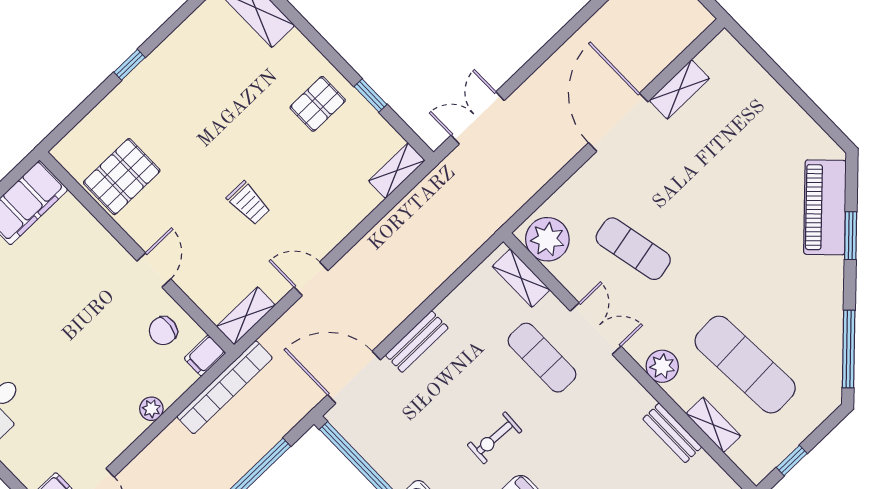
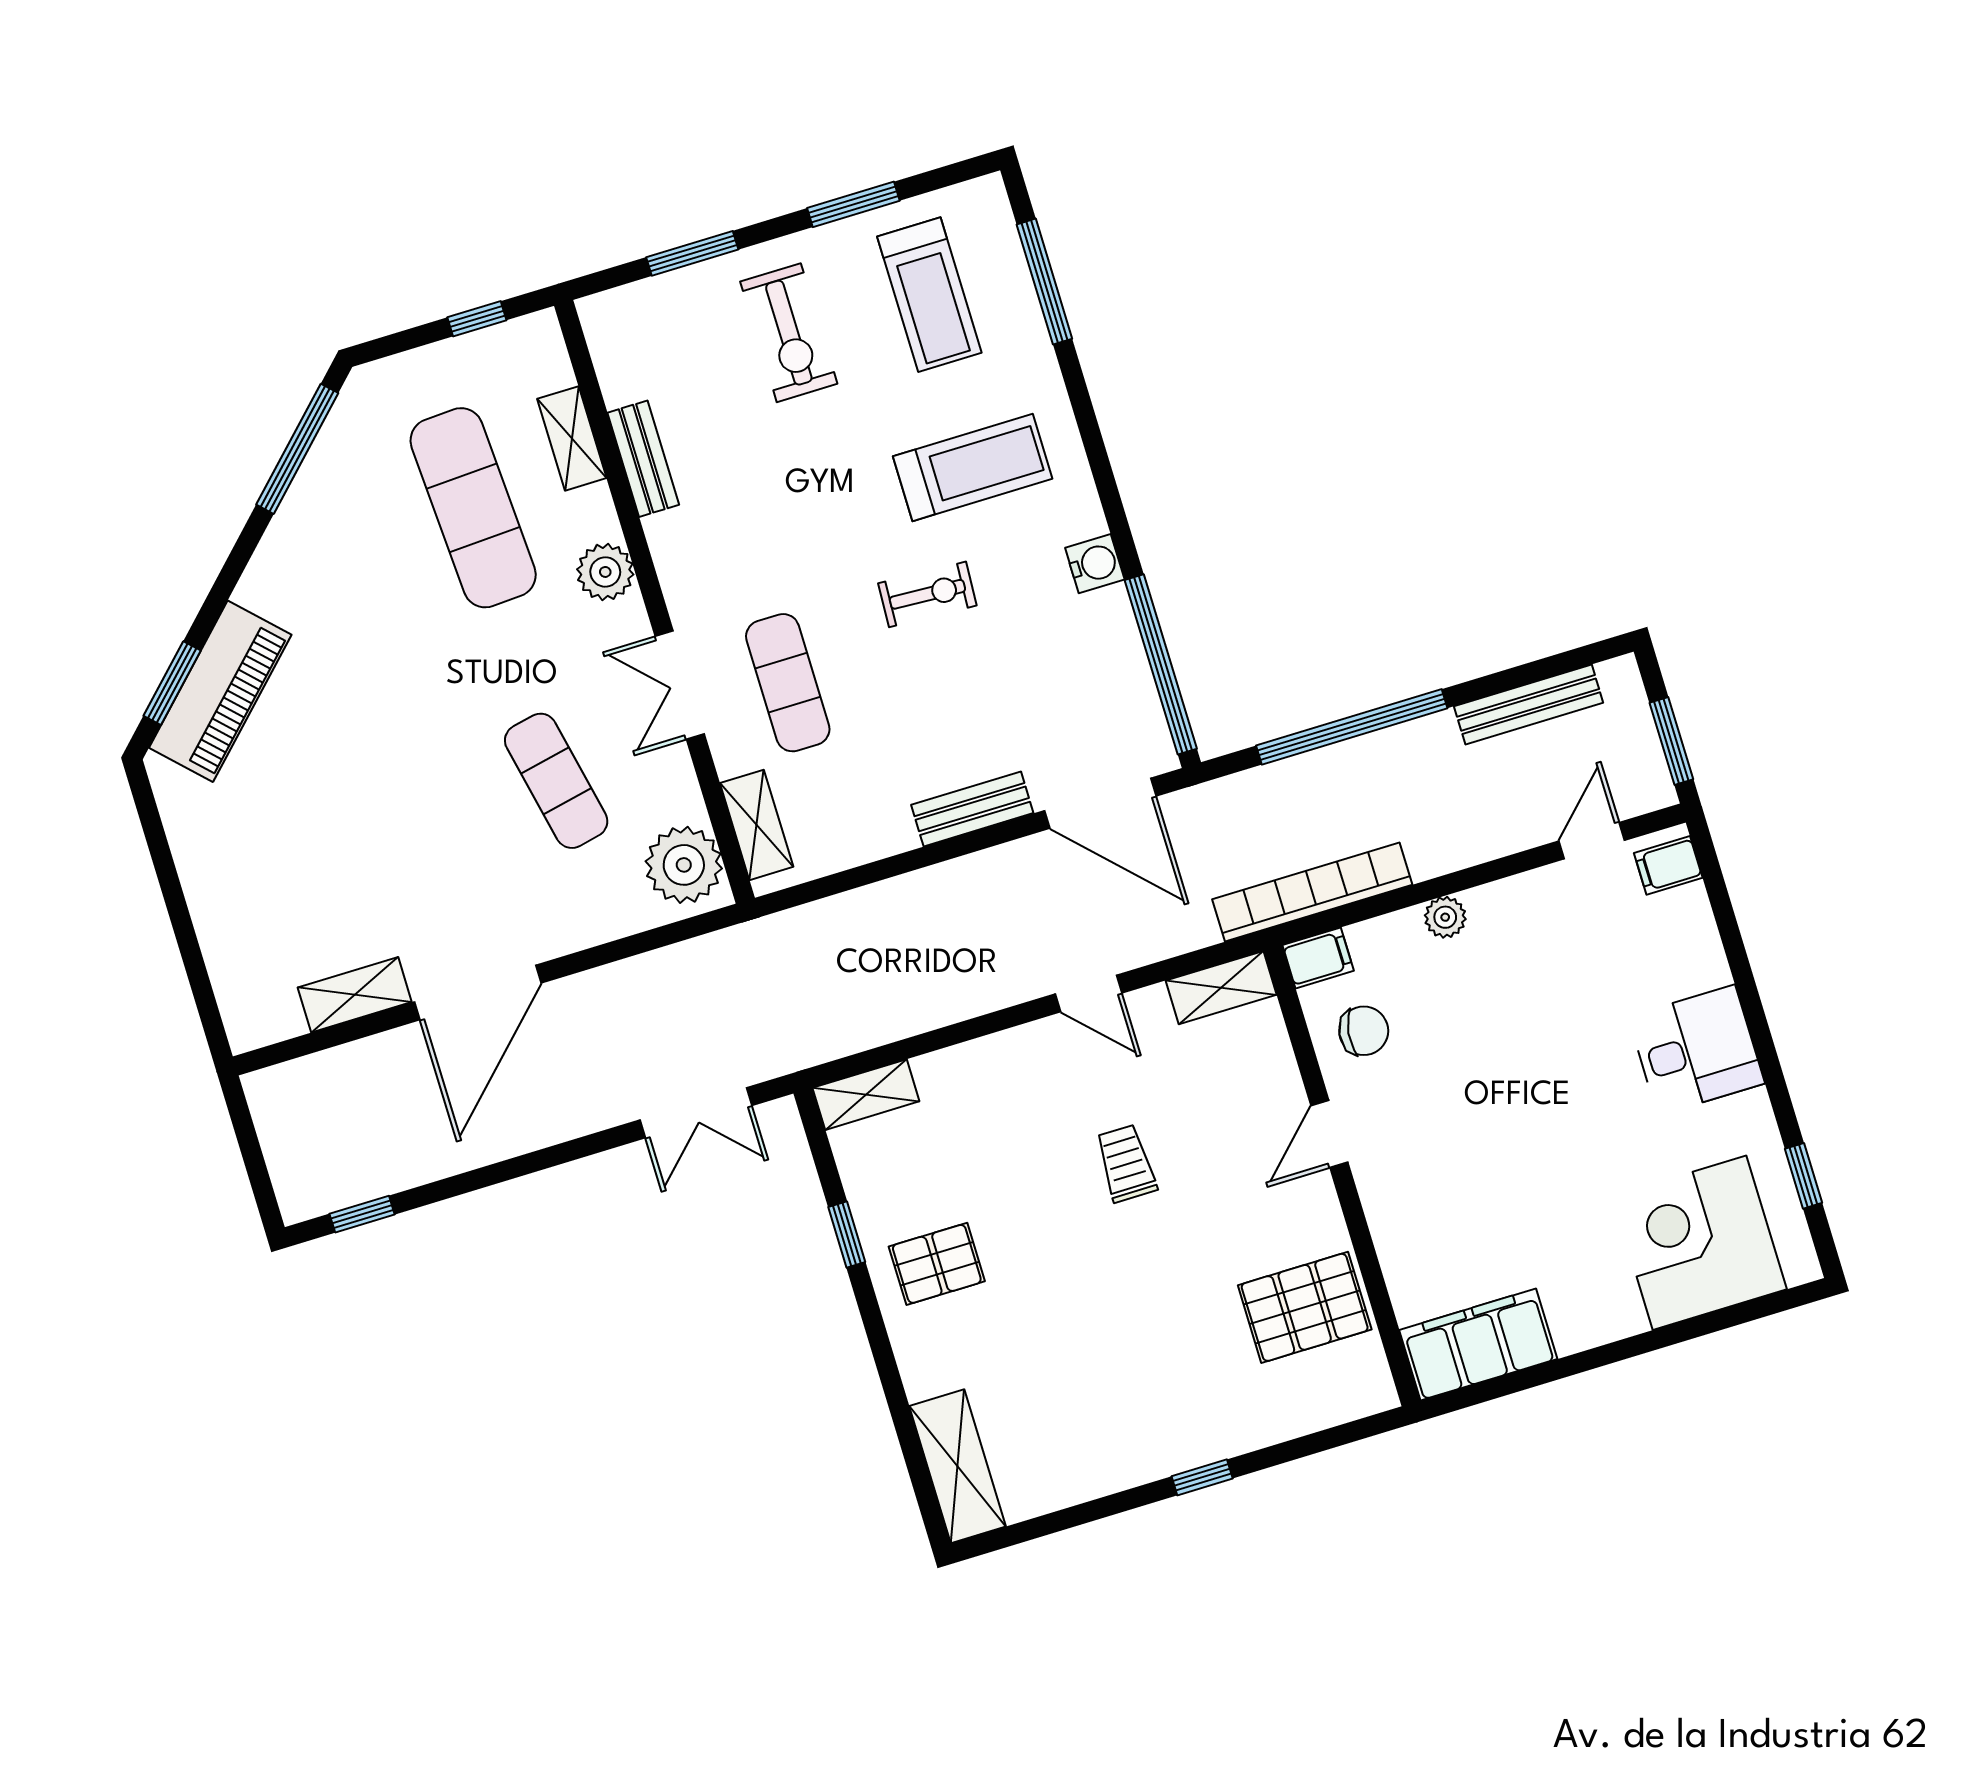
window: (851, 236) -> (172, 683), moved

